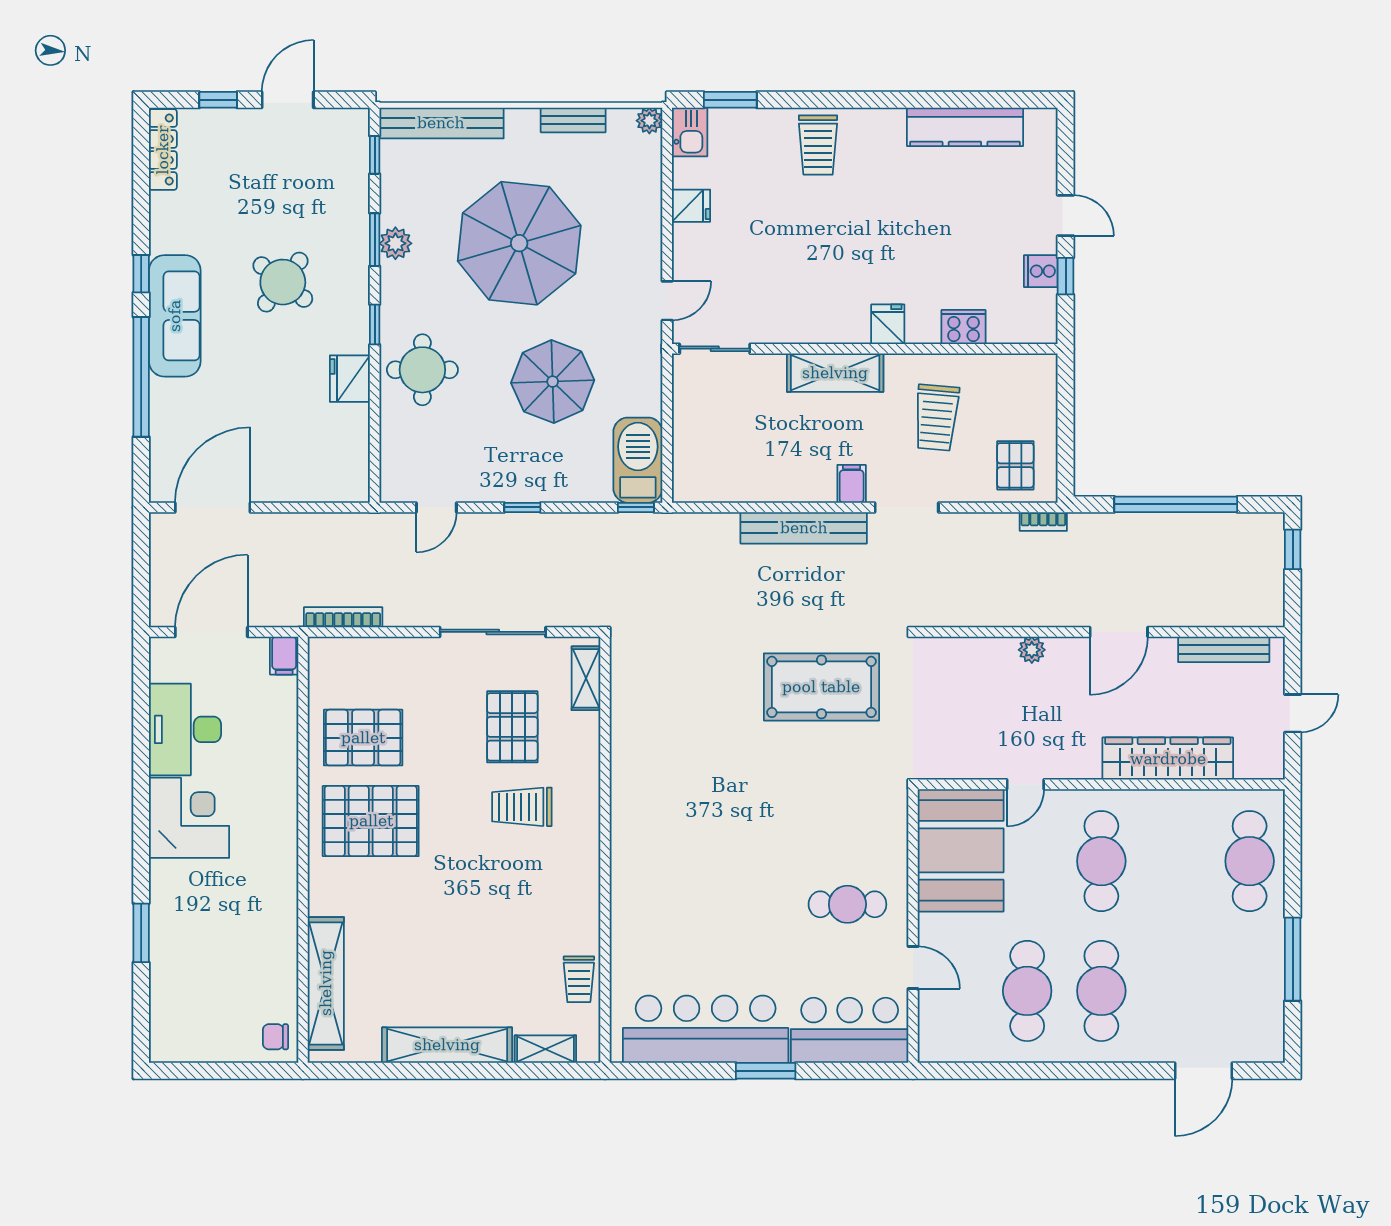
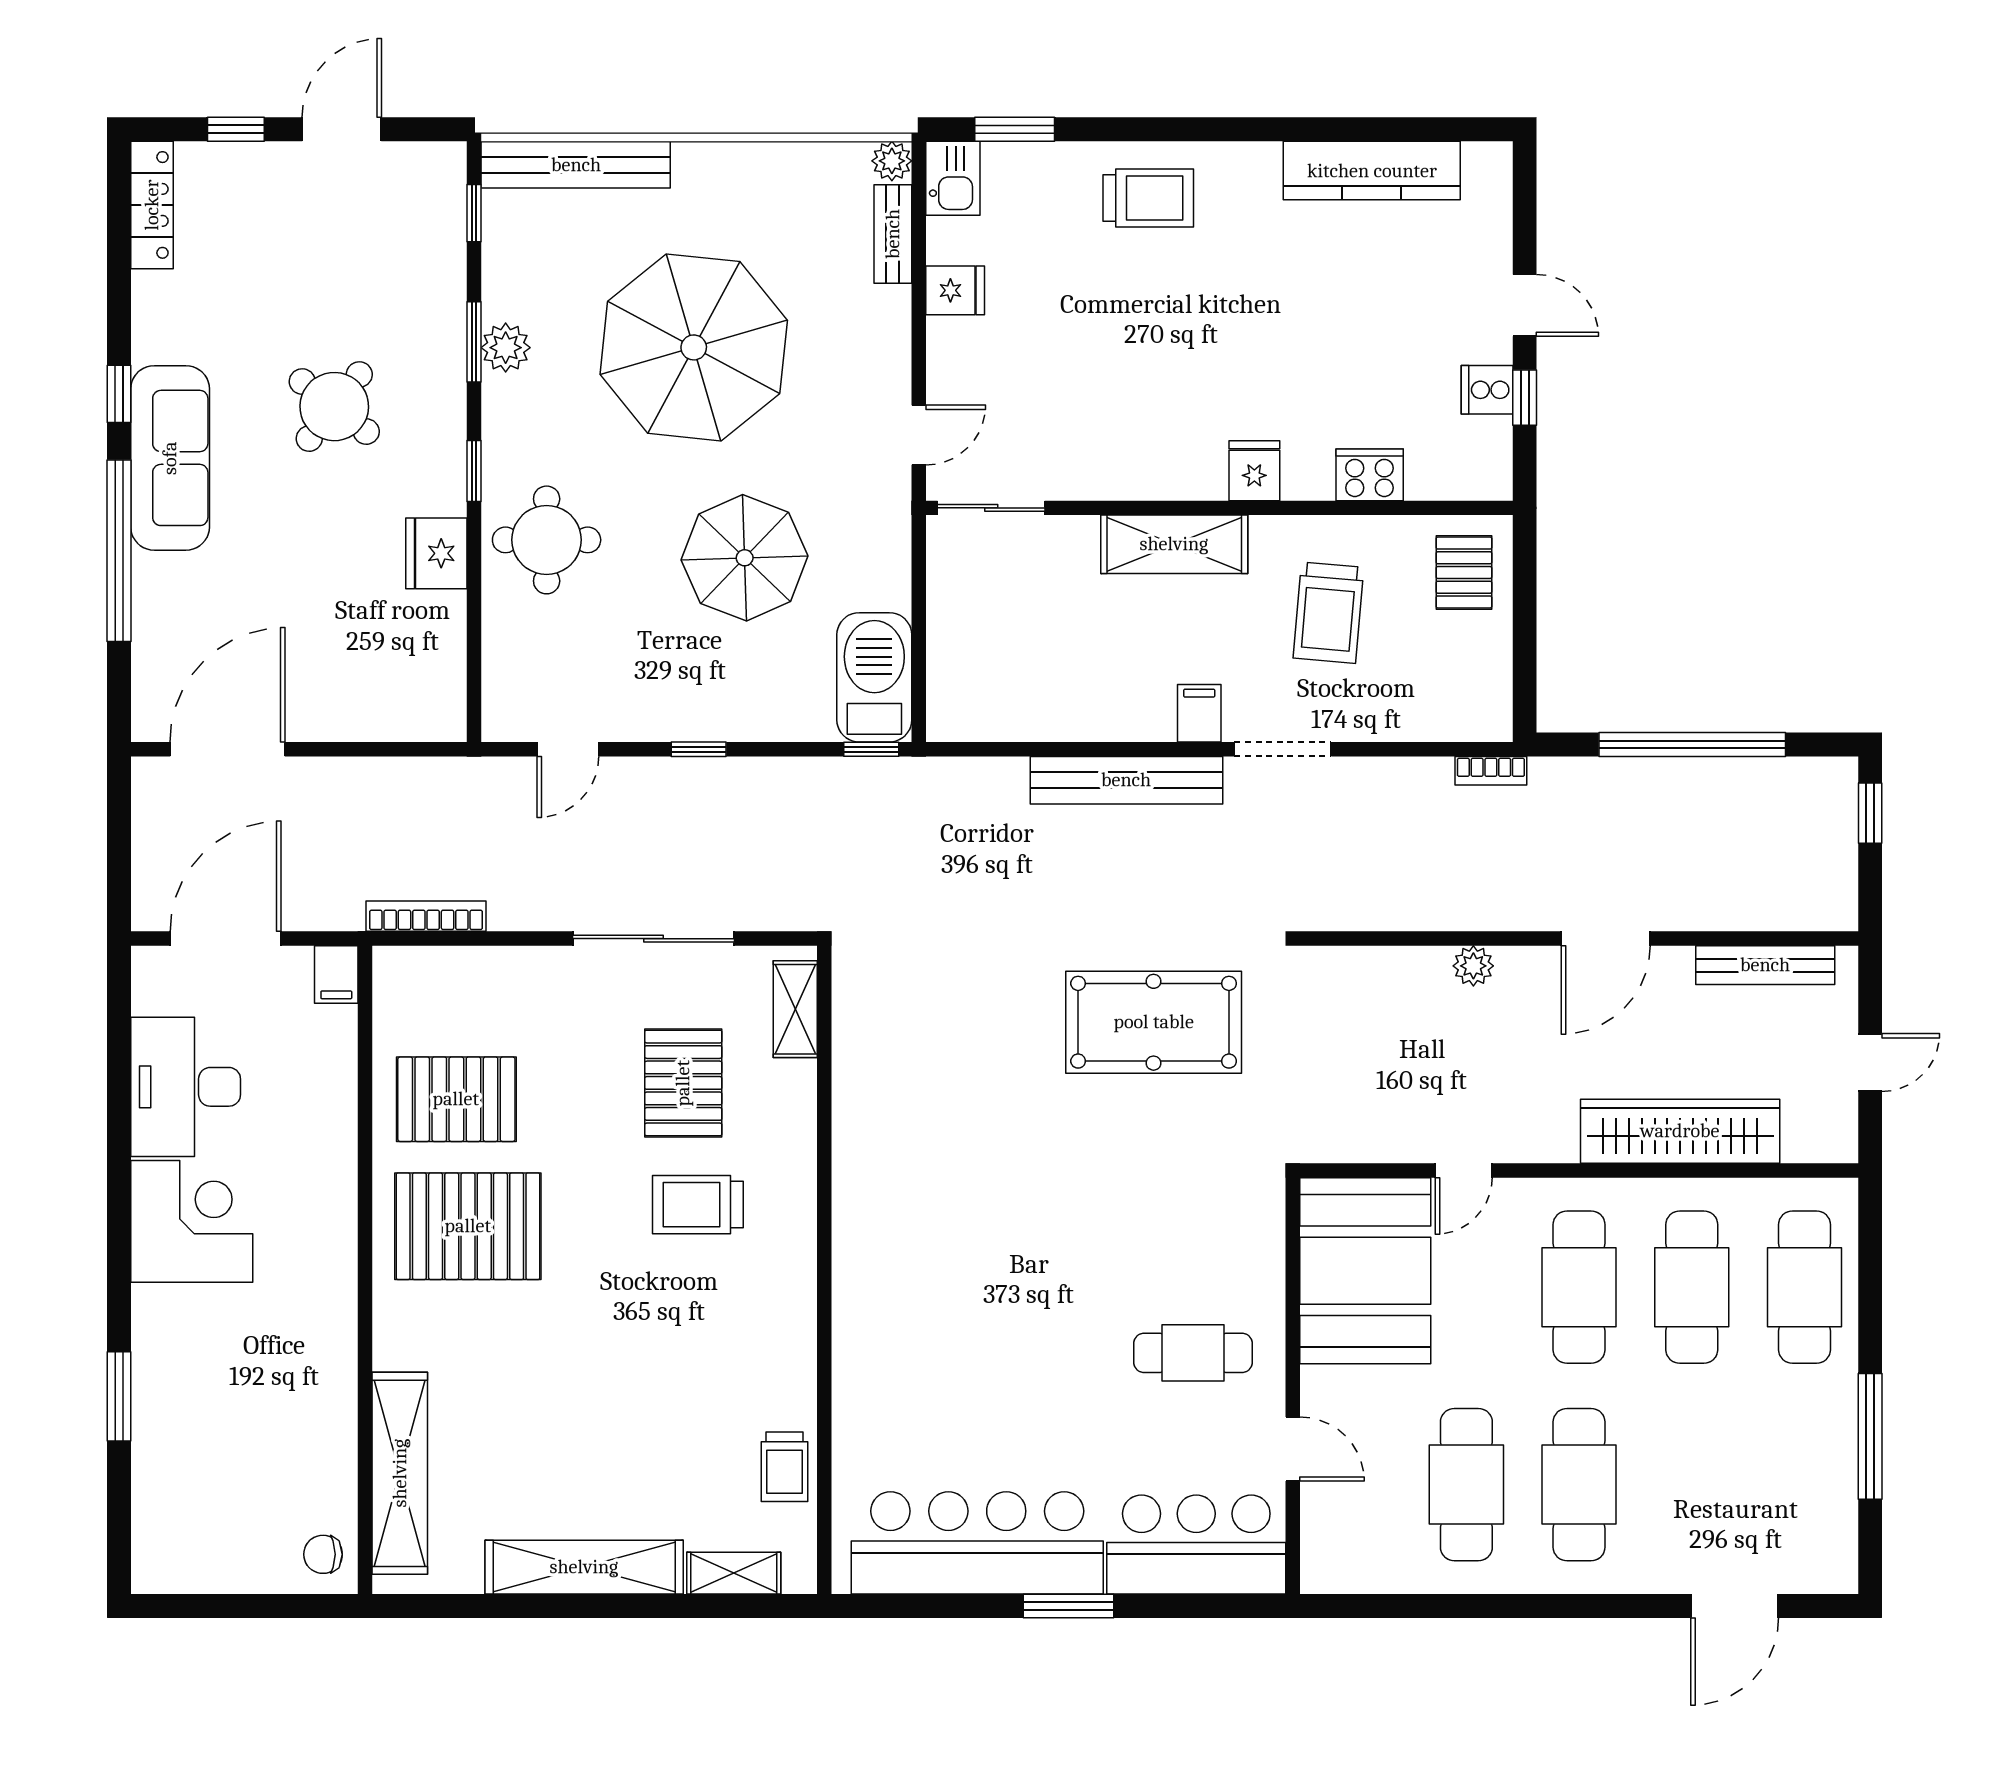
bench: (573, 120) -> (893, 234), moved, turned 90
trolley: (818, 145) -> (1148, 198), turned -90
pallet: (1015, 465) -> (1464, 573), moved
cafe table: (1175, 861) -> (1692, 1287), added

